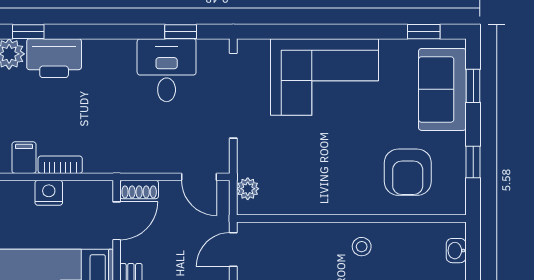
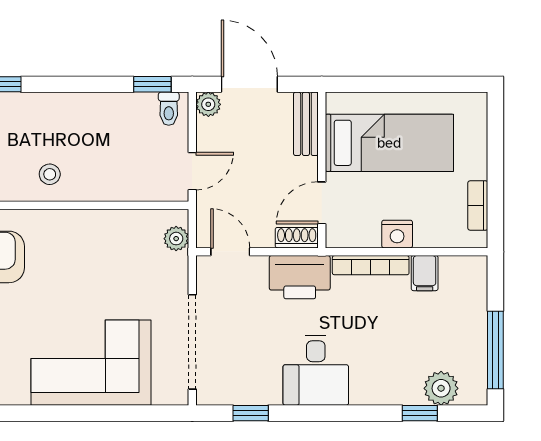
printer: (54, 58) -> (300, 277), moved, turned 180
desk: (167, 70) -> (316, 370), moved
bookcase: (60, 165) -> (371, 265), width x1.56

